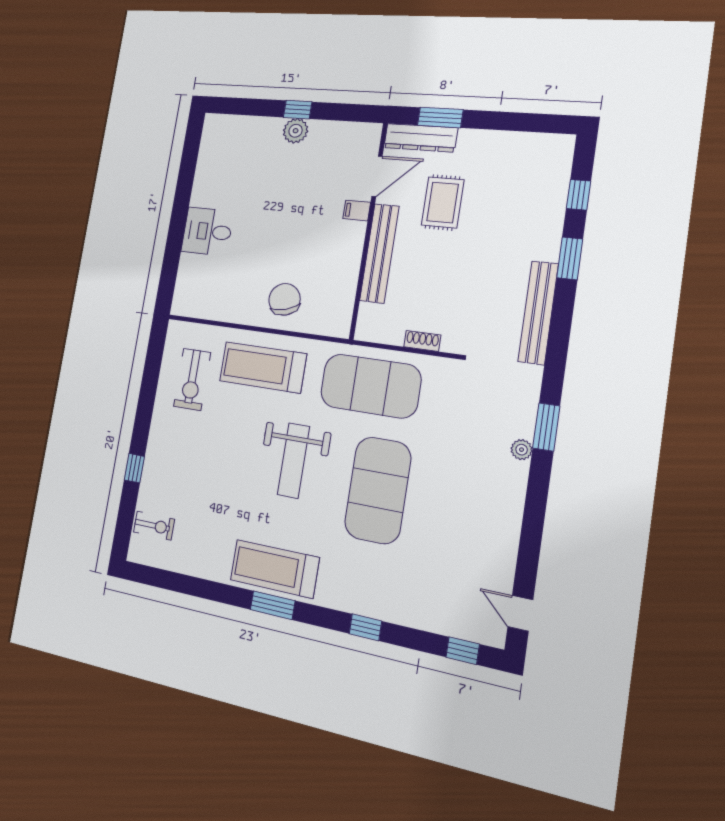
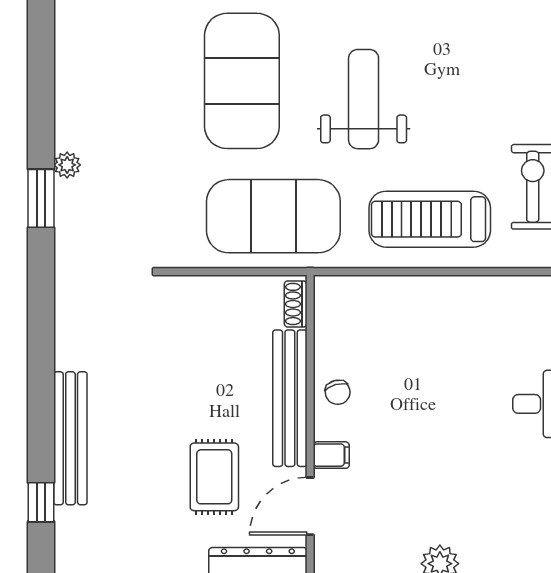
window: (570, 258) -> (41, 418), removed
chair: (285, 299) -> (338, 392), moved, width x0.54, depth x0.54
bench: (538, 313) -> (70, 438), moved
shoe rack: (422, 341) -> (296, 304), moved, turned 90
treadmill: (263, 367) -> (430, 219), turned 180

